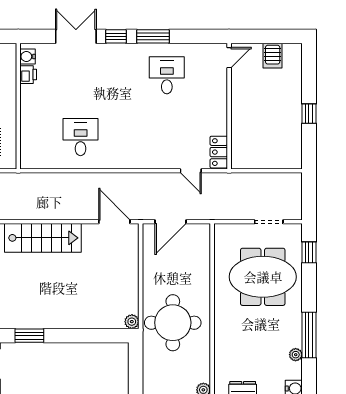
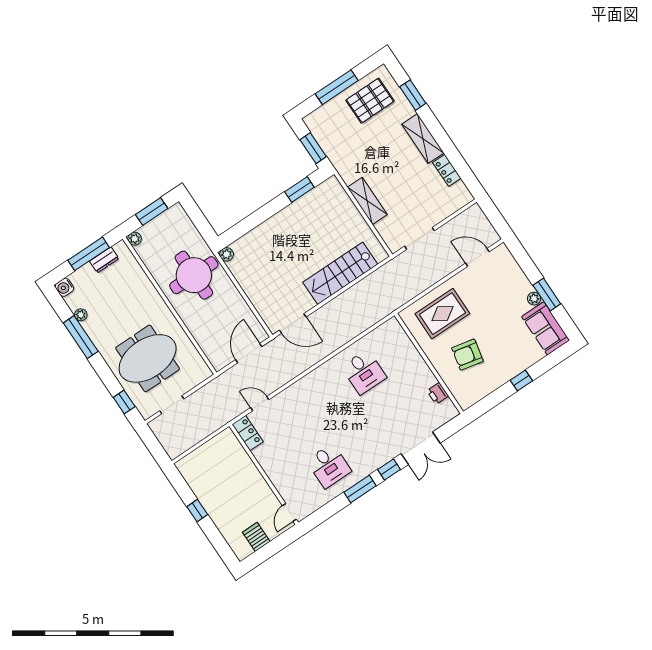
water cooler: (28, 57) -> (448, 407), removed

